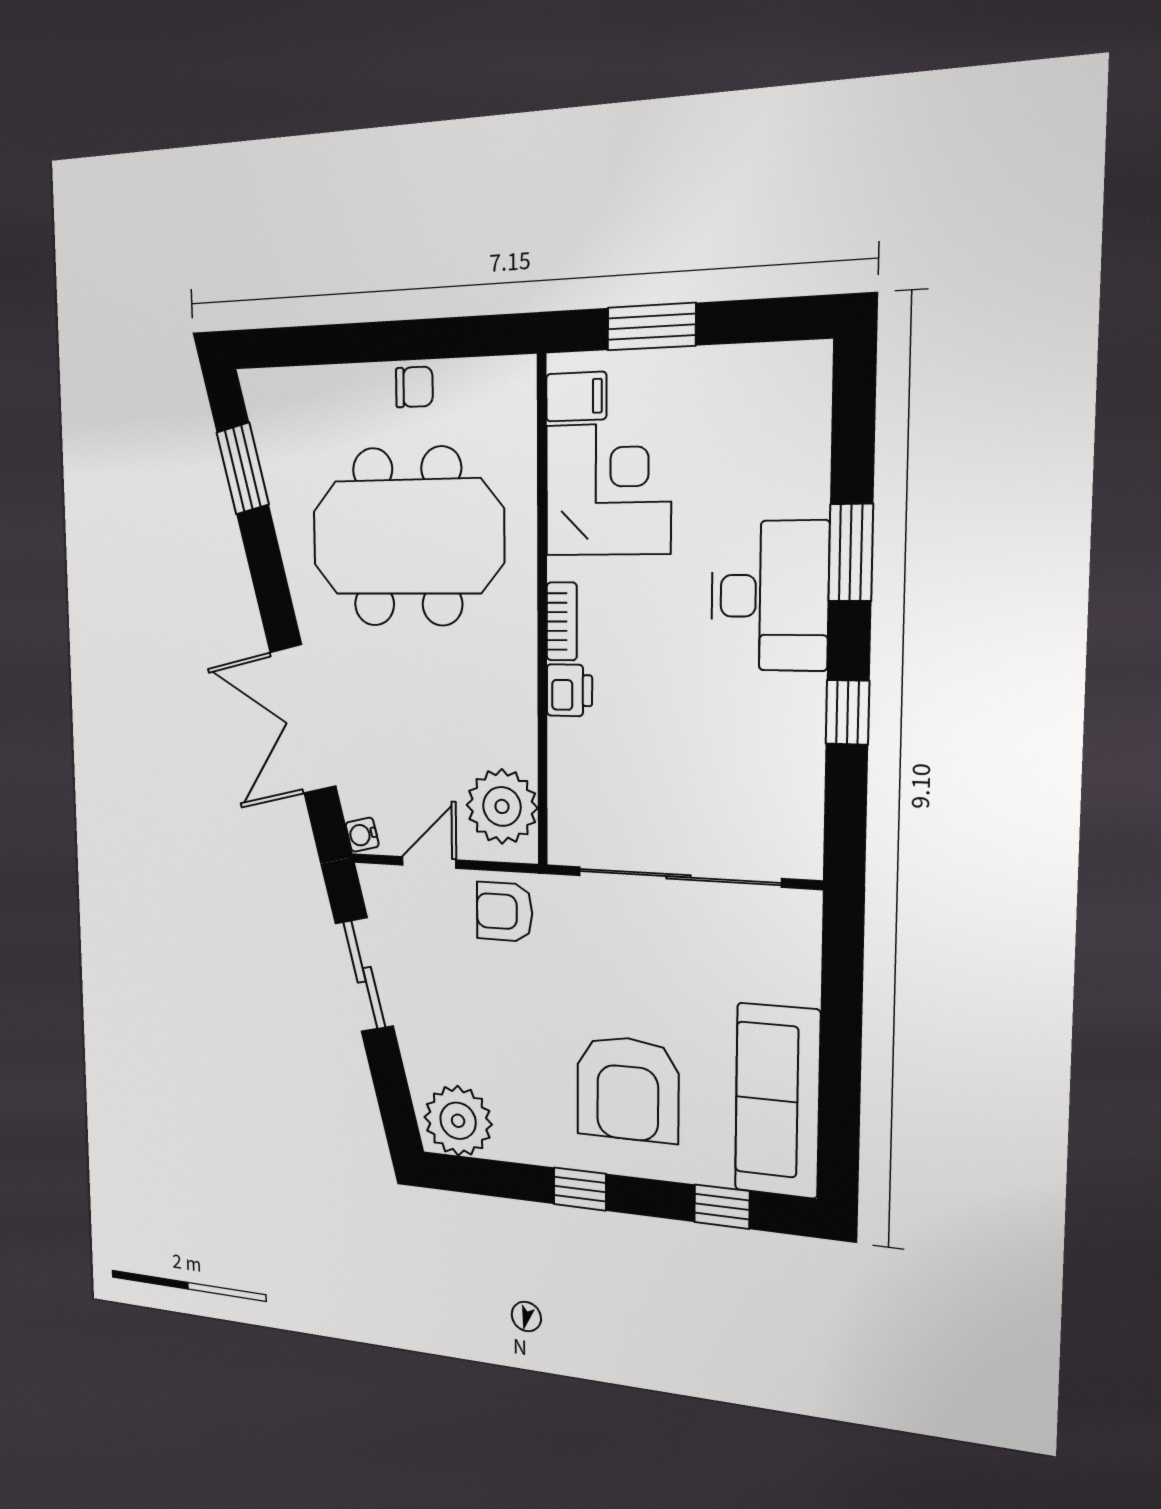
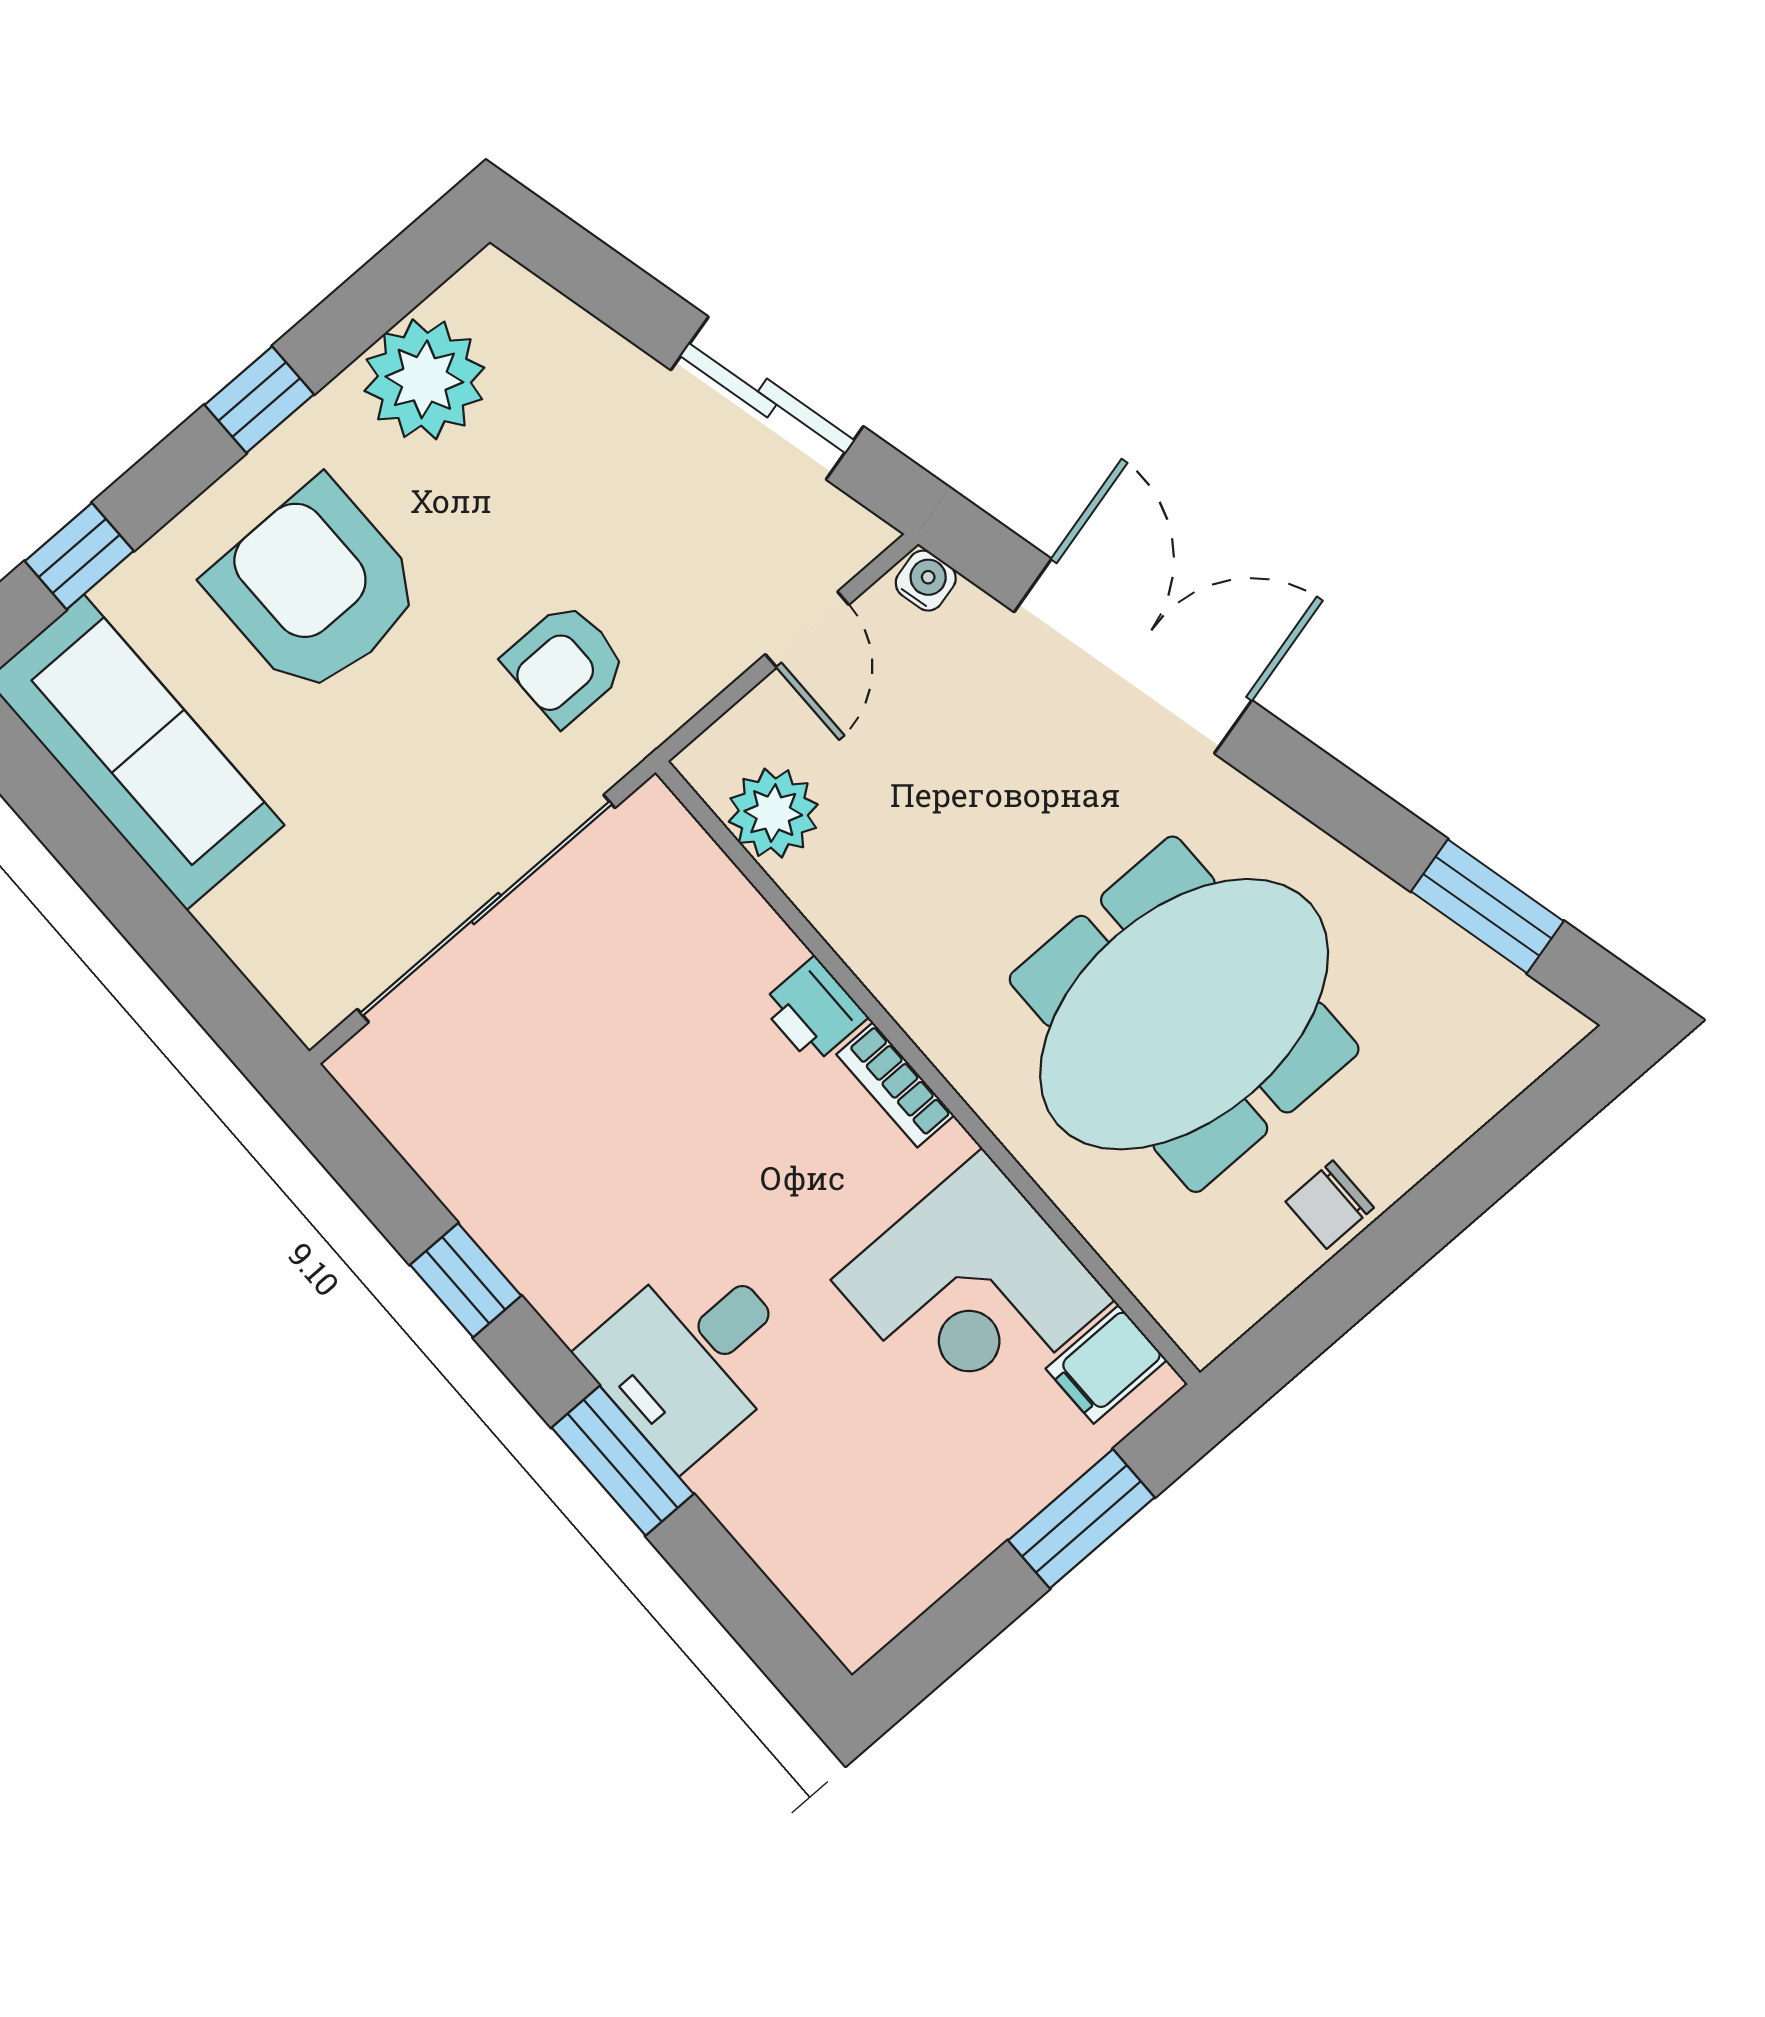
desk: (770, 596) -> (692, 1356), width x0.73
plant: (502, 806) -> (773, 813), width x0.73, depth x0.73
armchair: (505, 912) -> (565, 664), moved, turned 180
plant: (458, 1121) -> (424, 379), moved

